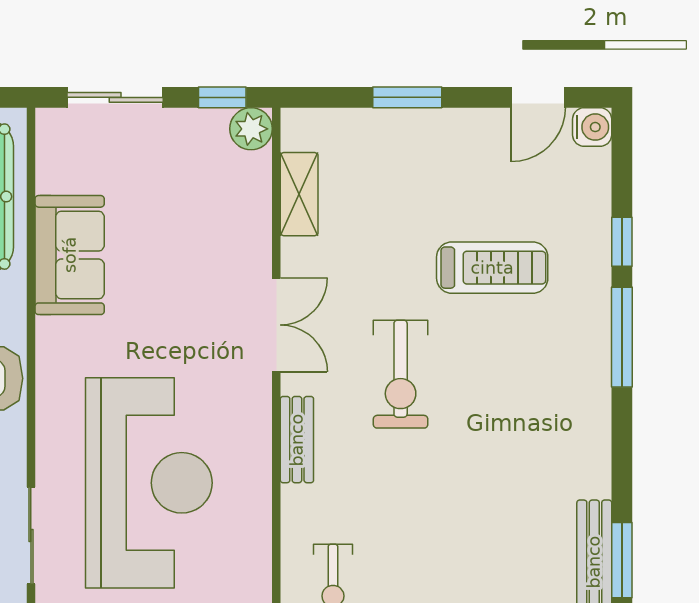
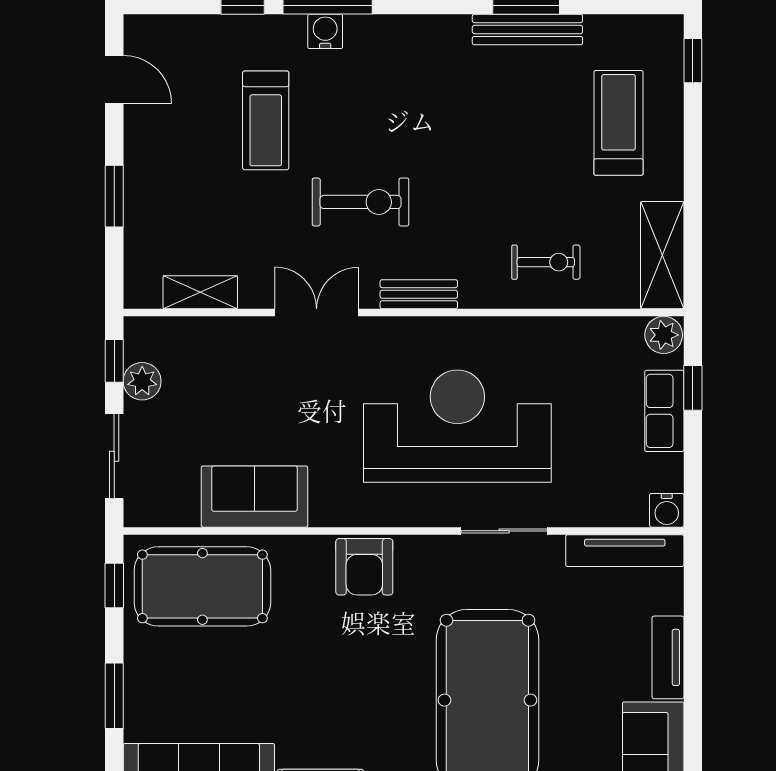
water cooler: (592, 127) -> (325, 31), moved
plant: (251, 129) -> (142, 381), moved
treadmill: (492, 268) -> (266, 120), turned 180

